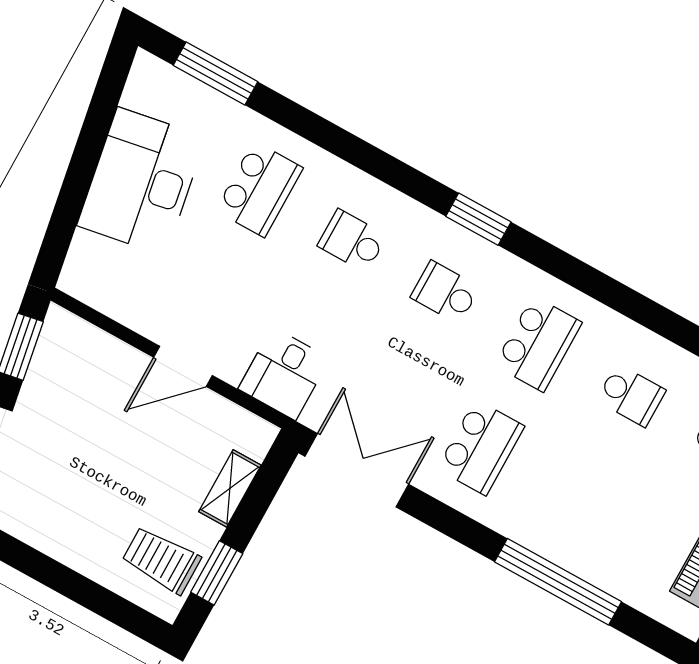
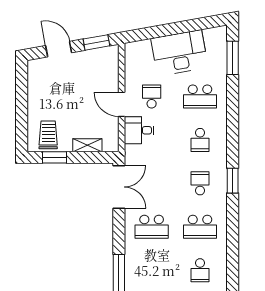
school desk: (352, 241) -> (200, 140), turned 180
school desk: (202, 293) -> (152, 96), added
desk: (284, 374) -> (139, 130), moved

